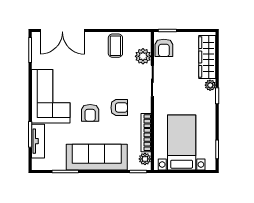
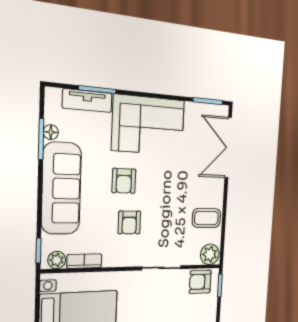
plant: (143, 56) -> (210, 254), moved
armchair: (90, 113) -> (124, 181), turned -90
bookcase: (146, 133) -> (84, 261), width x0.64
floor lamp: (60, 165) -> (51, 132), added

